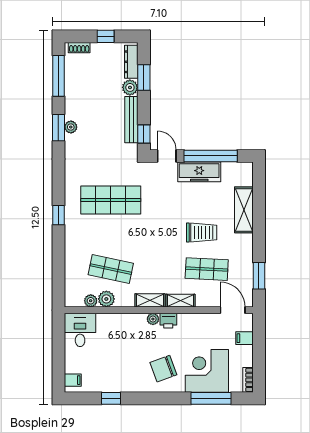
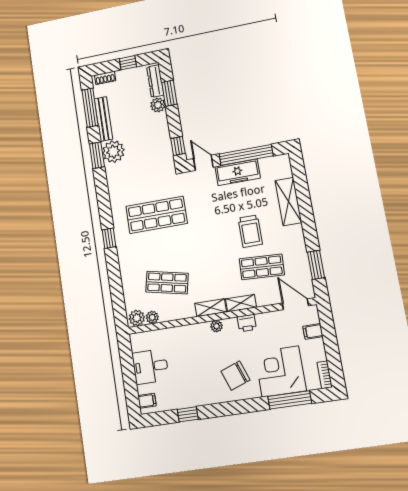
bench: (131, 120) -> (103, 119), moved
plant: (71, 127) -> (113, 152), width x1.88, depth x1.88
trolley: (202, 232) -> (250, 231), turned 90
plant: (106, 299) -> (137, 318), moved
printer: (168, 321) -> (247, 323), moved
desk: (80, 330) -> (150, 366), moved, turned -90

